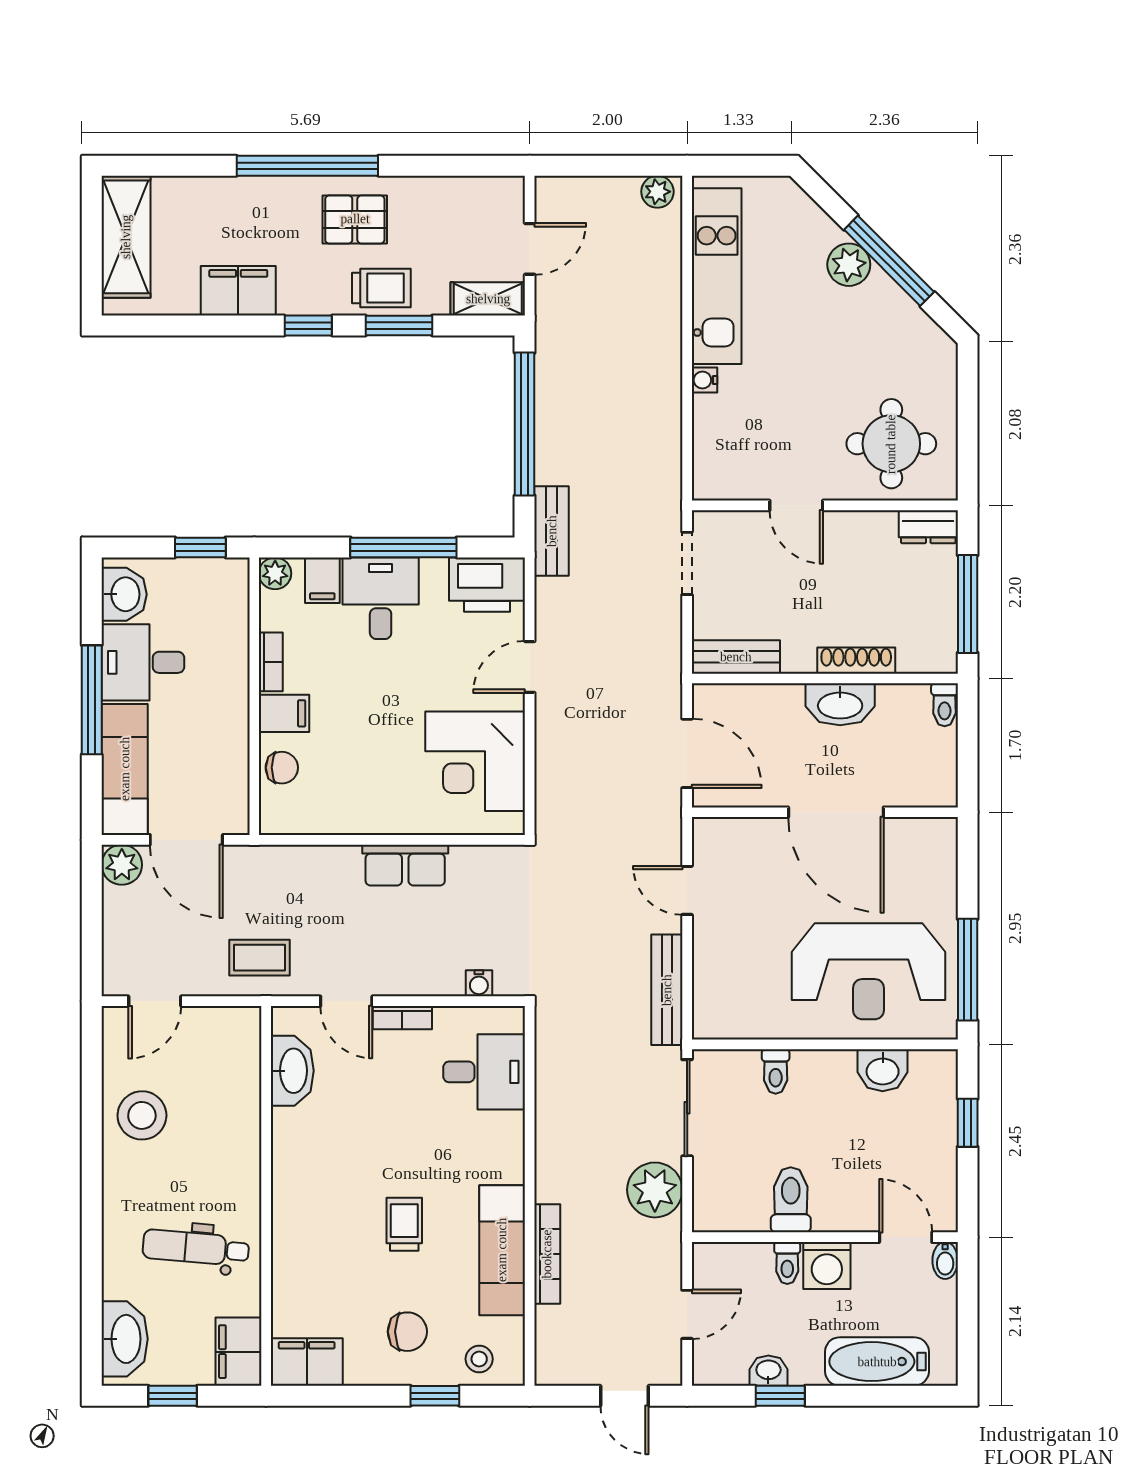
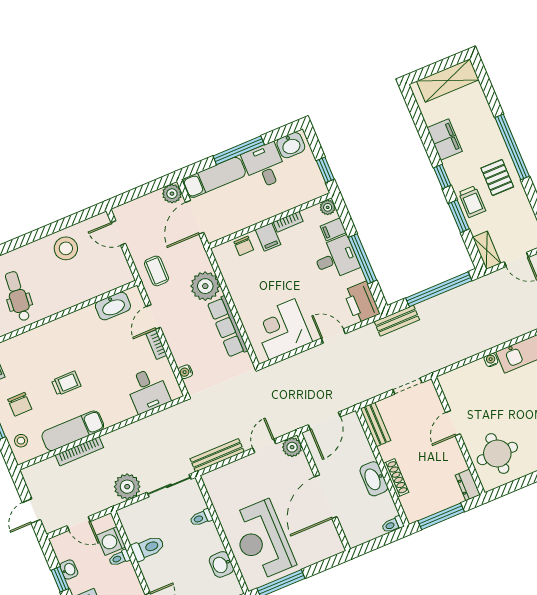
plant: (712, 837) -> (292, 447), added
row of seats: (405, 865) -> (227, 327), width x1.48
plant: (328, 875) -> (205, 286), added
washing machine: (827, 1265) -> (111, 541), moved

